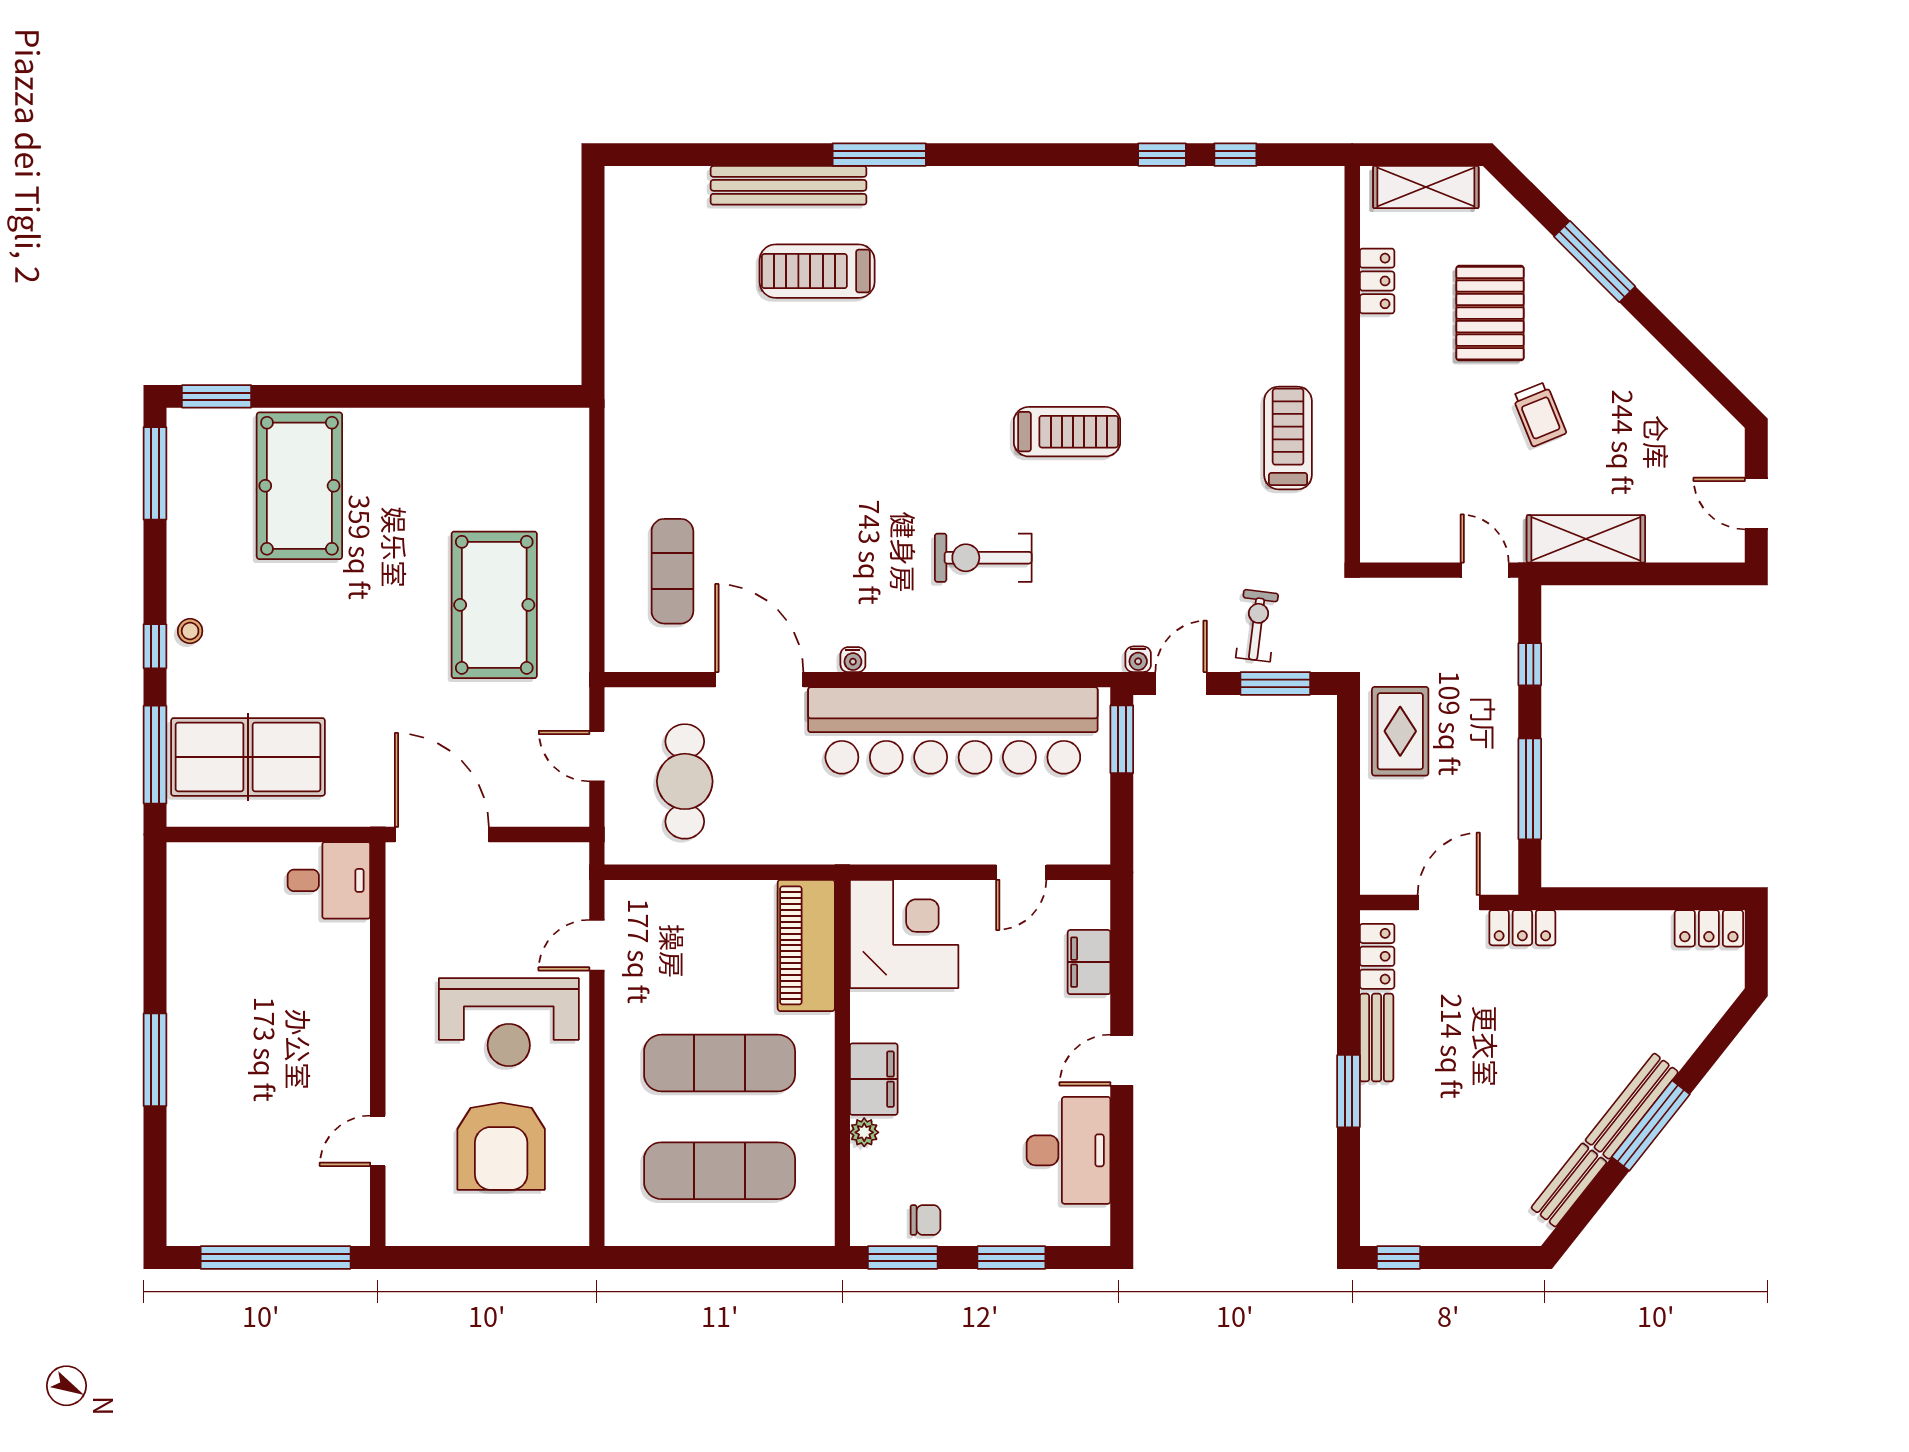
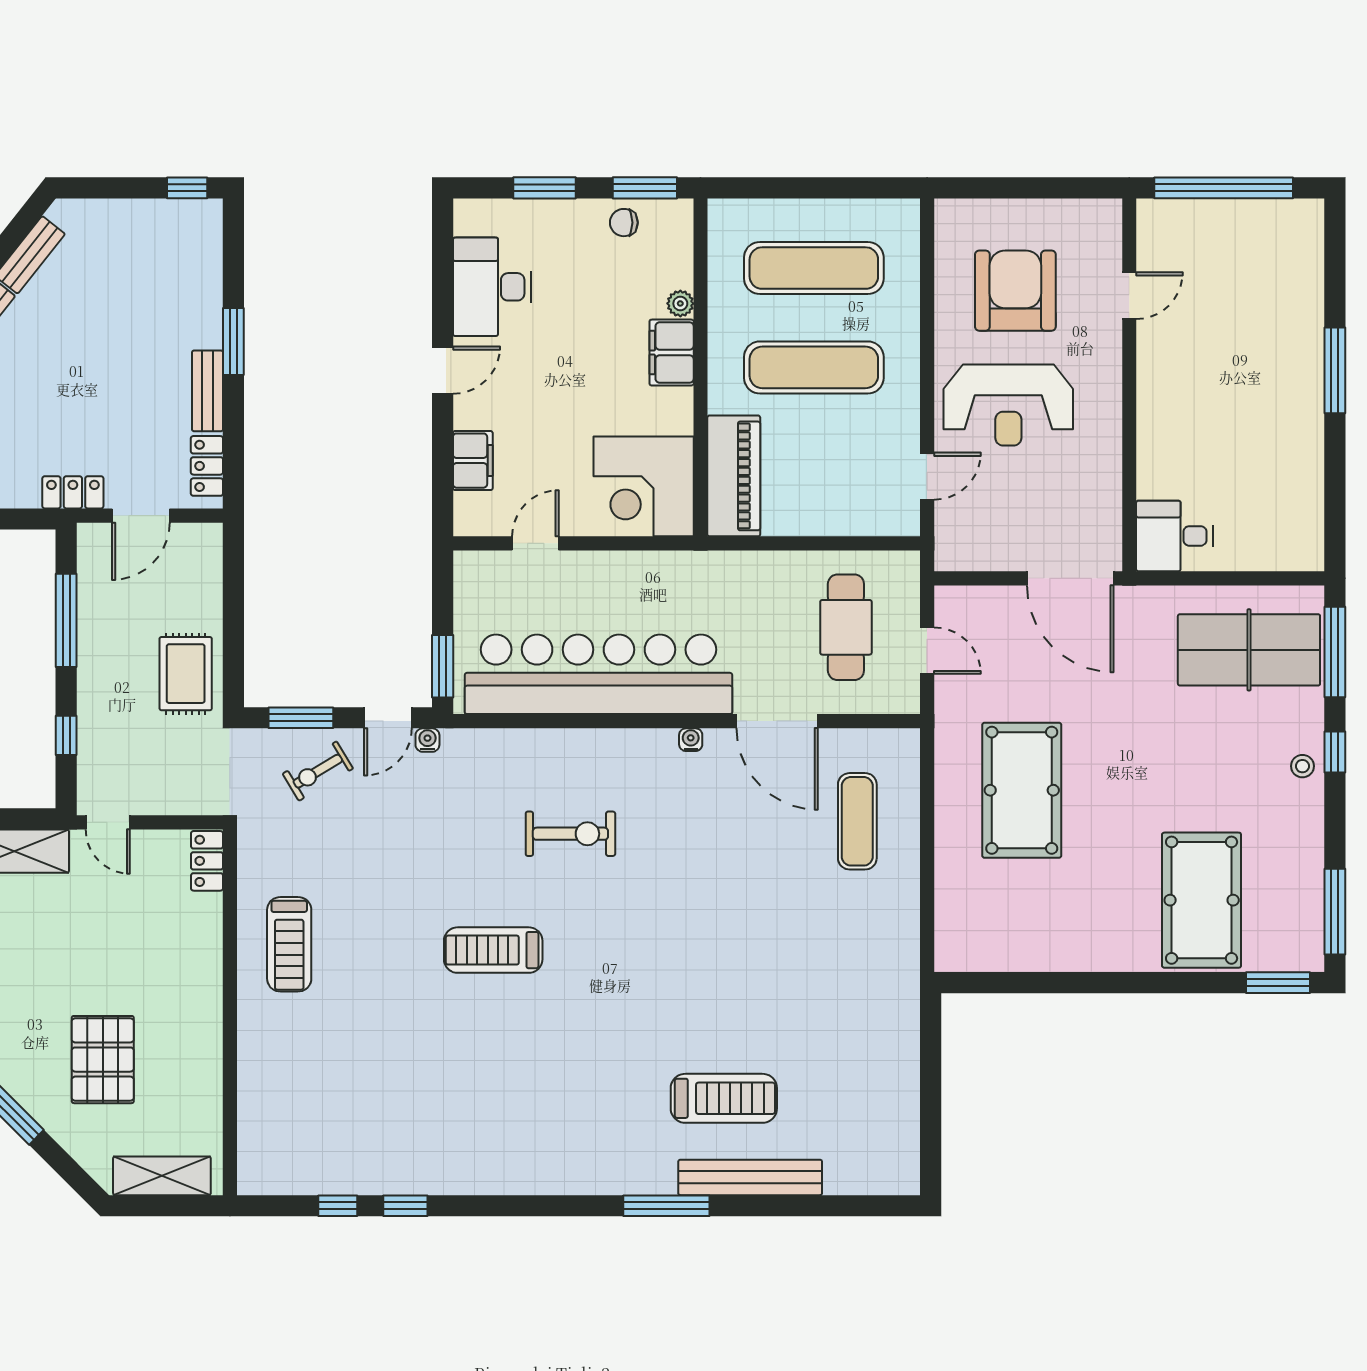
locker: (1377, 281) -> (207, 861), moved
trolley: (1539, 414) -> (57, 966), removed
exercise bike: (1257, 626) -> (318, 771), turned 52
reception desk: (509, 1022) -> (1008, 405), turned 180

